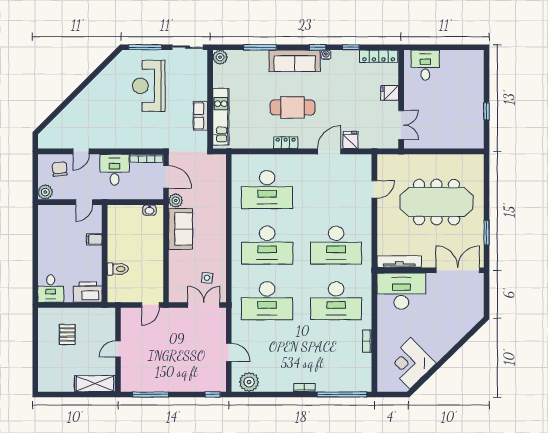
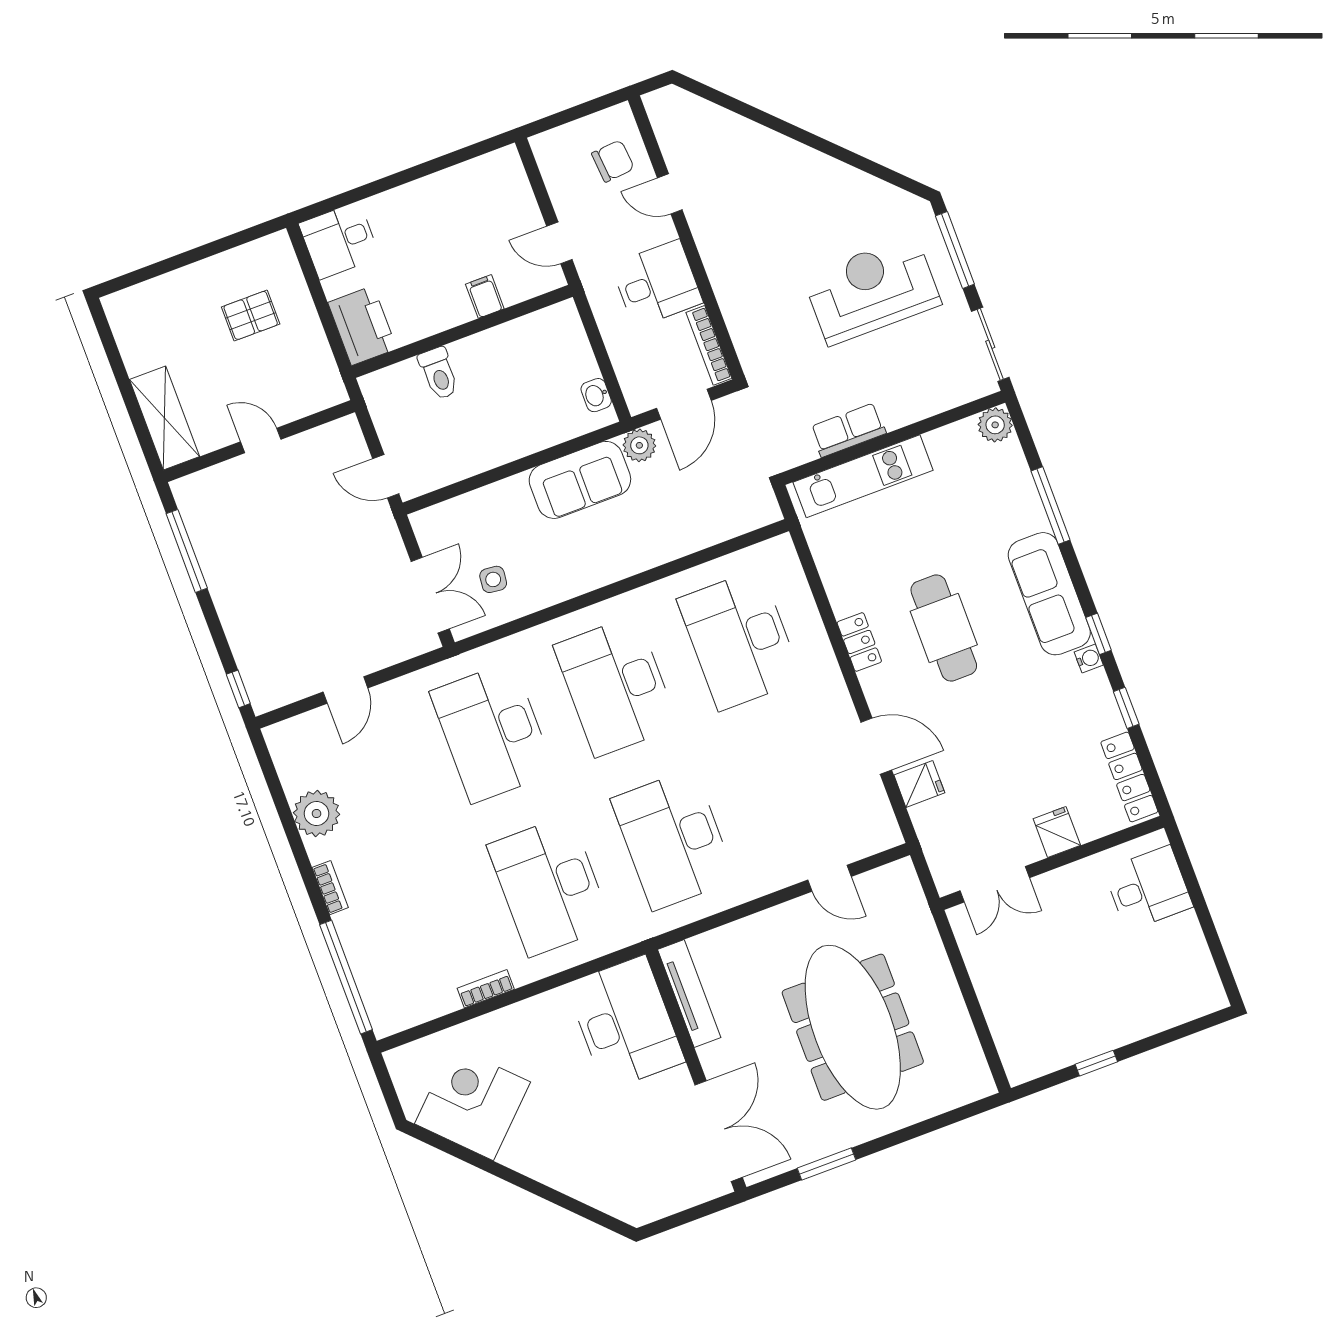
plant: (45, 192) -> (550, 148), removed
plant: (249, 382) -> (317, 814), moved

